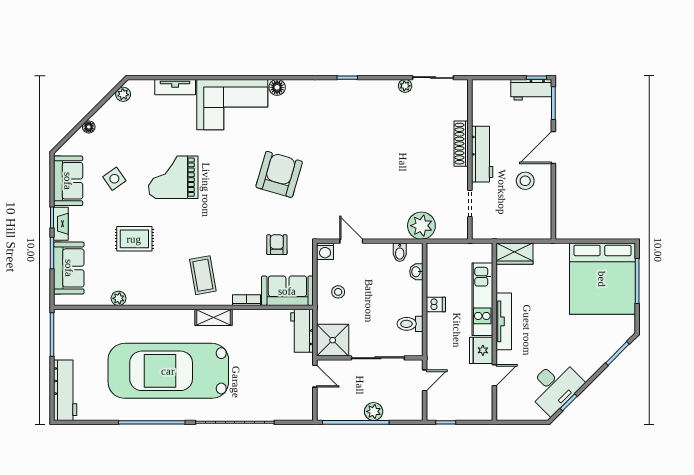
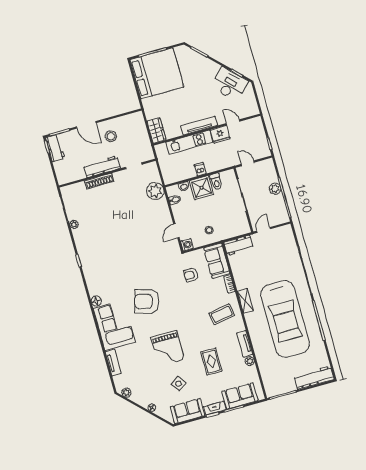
armchair: (279, 174) -> (147, 301), moved
tv unit: (147, 298) -> (245, 344), added
shower: (333, 340) -> (202, 188), moved

